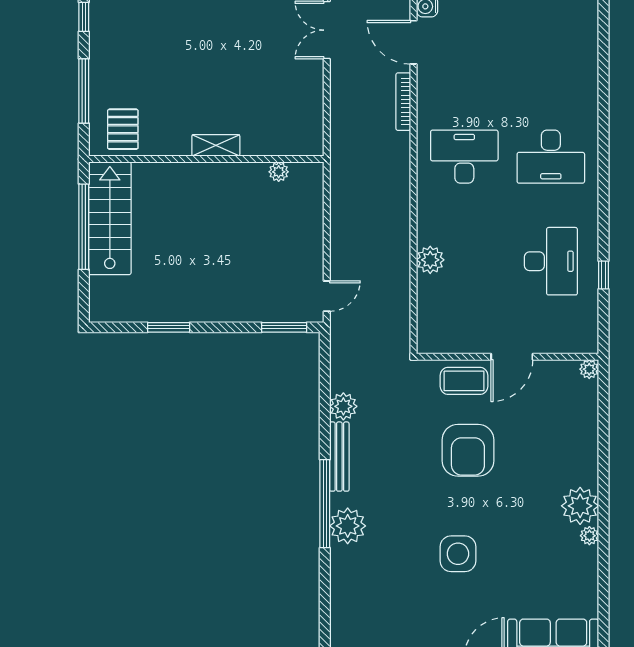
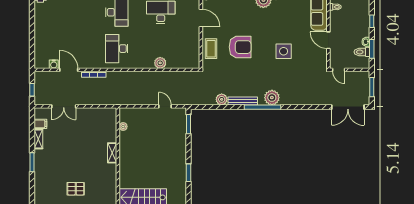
door: (414, 42) -> (69, 70), swing flipped
pallet: (123, 129) -> (76, 189), moved
door: (327, 296) -> (165, 106), moved
door: (512, 357) -> (201, 18), moved

